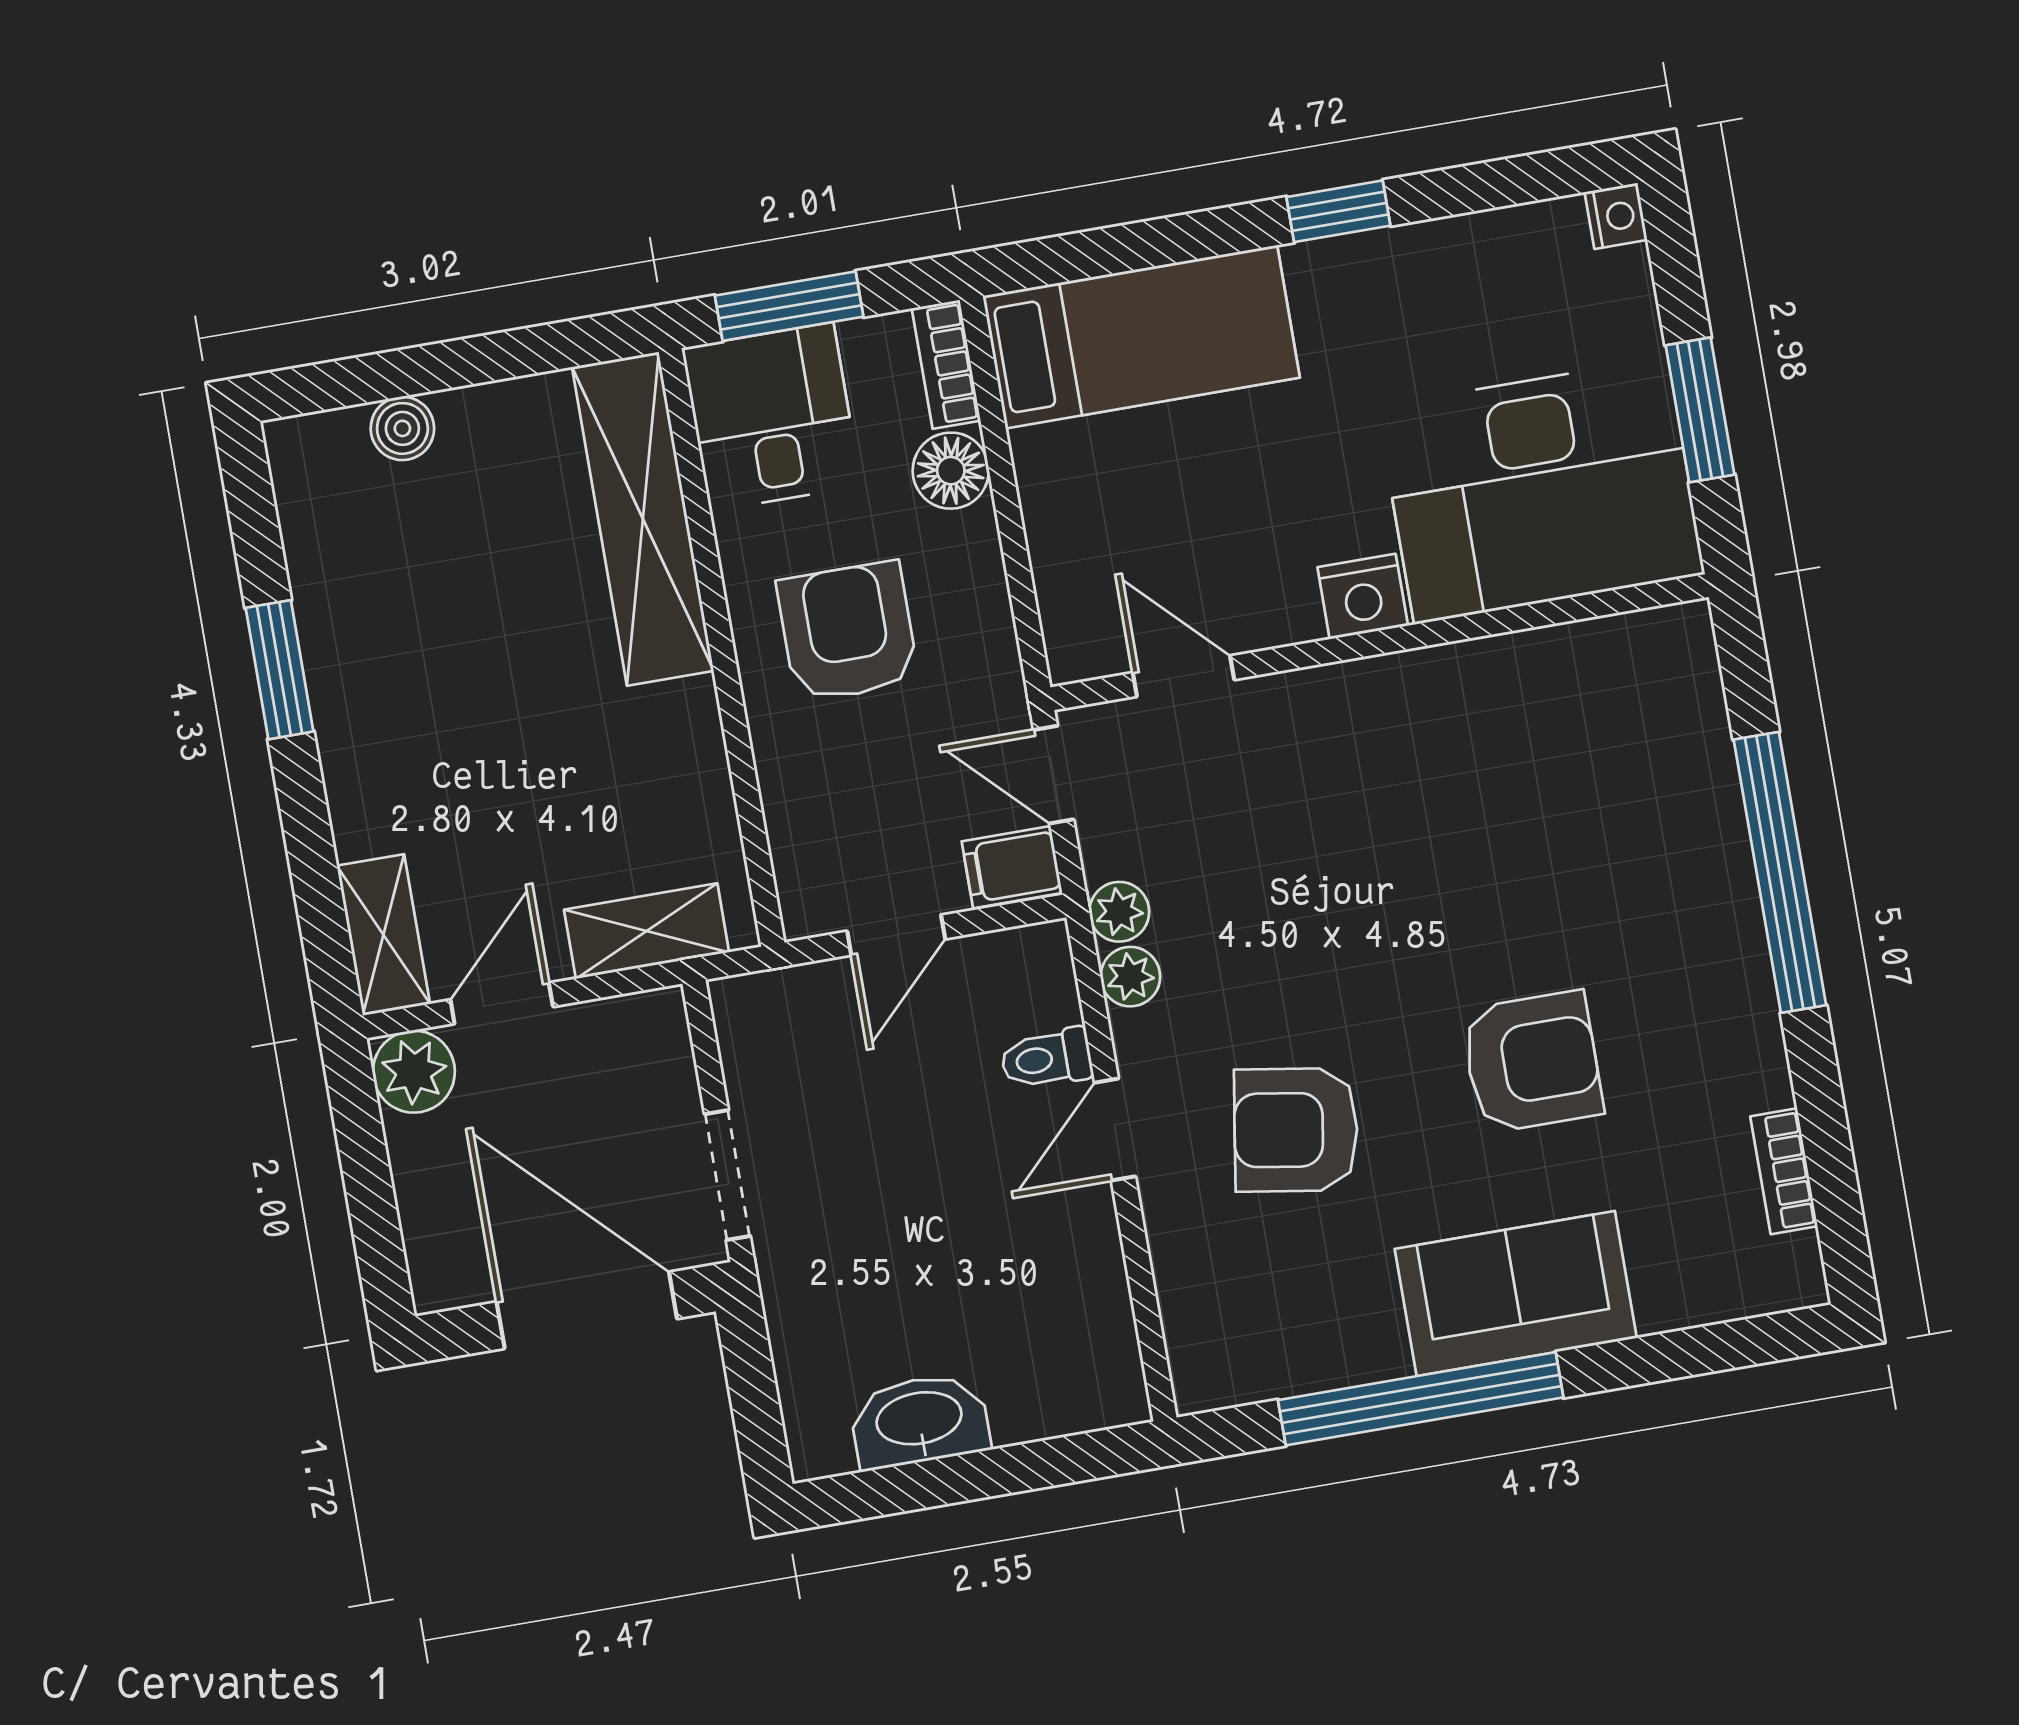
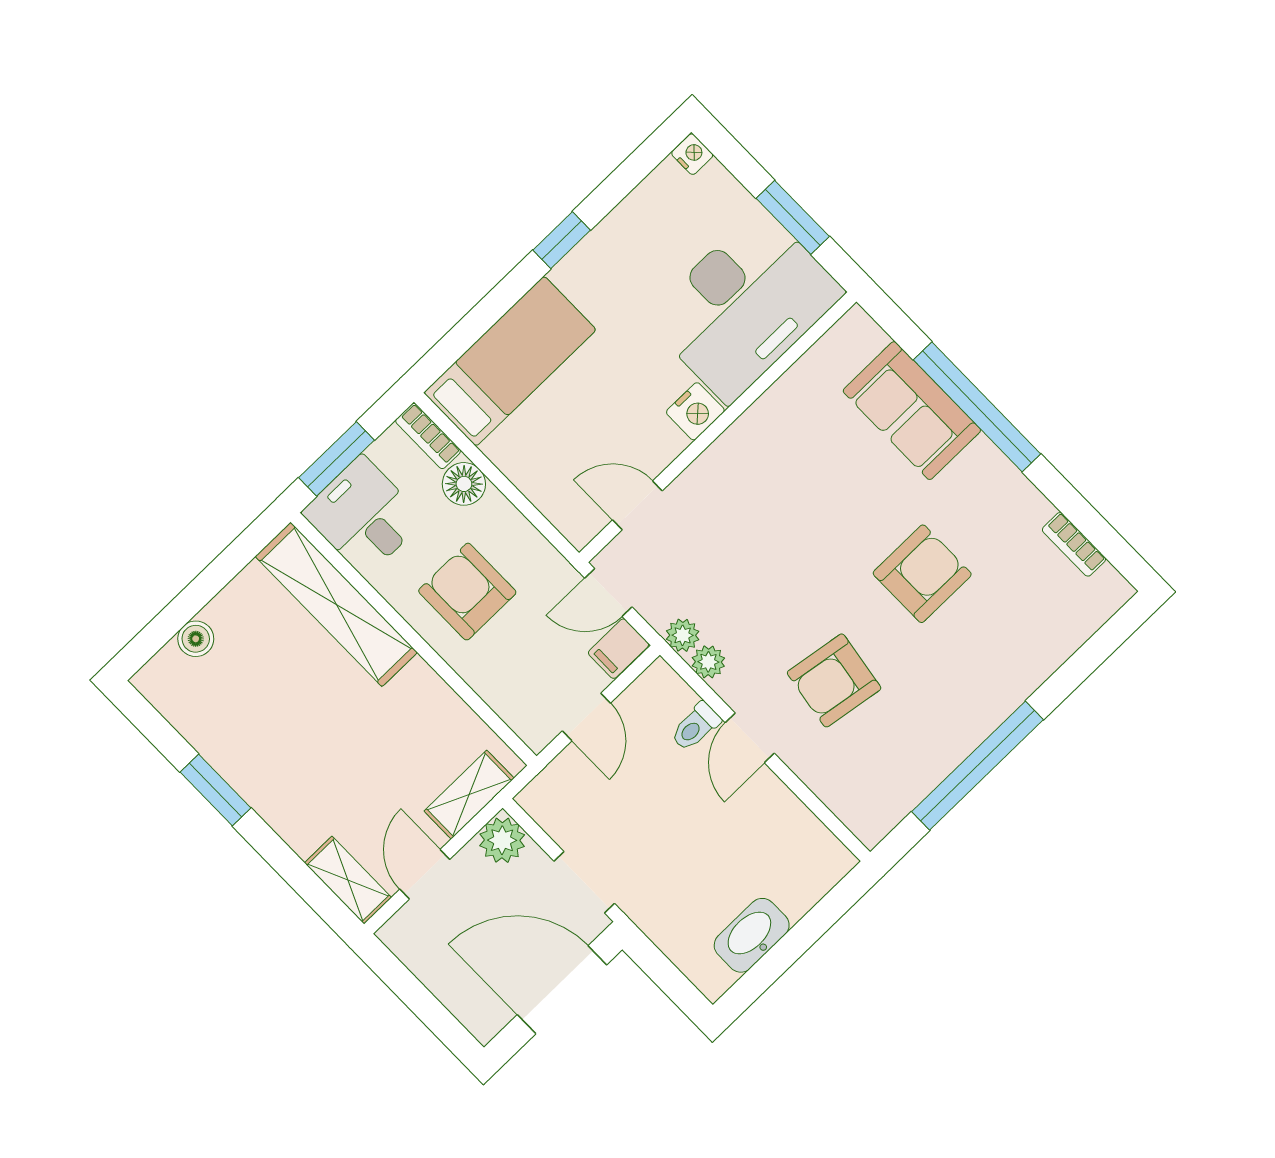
plant: (414, 1072) -> (502, 840), moved
sofa: (1516, 1294) -> (912, 411), moved, turned -90

